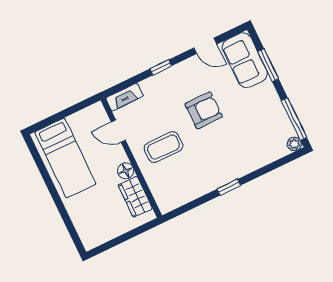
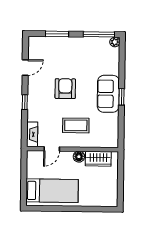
sofa: (245, 60) -> (108, 94), moved, turned 90
coffee table: (163, 147) -> (76, 125), turned 90

